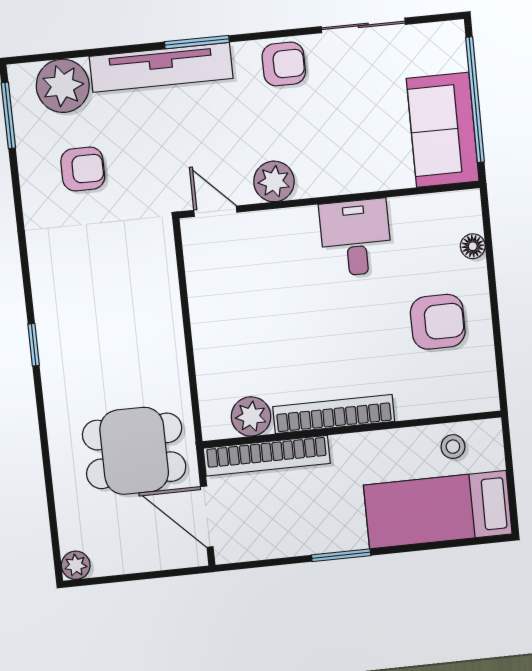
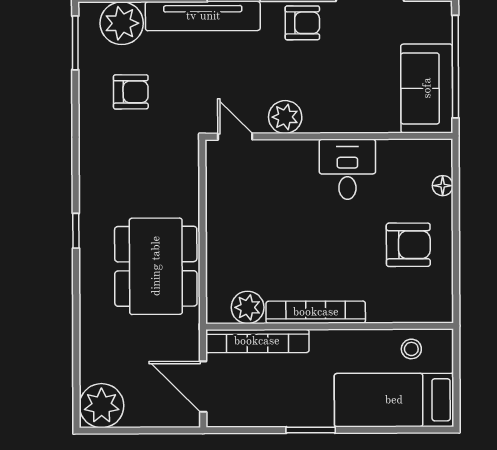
dining table: (134, 451) -> (156, 266), moved, width x1.38
plant: (76, 565) -> (102, 406), width x1.88, depth x1.88

